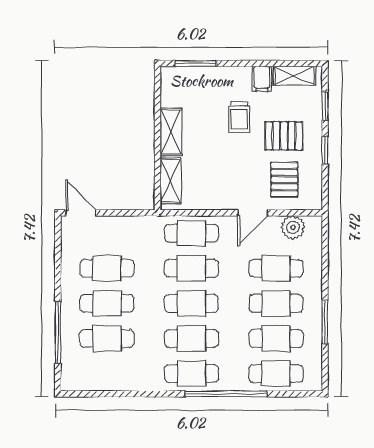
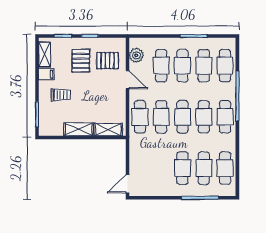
trolley: (239, 117) -> (61, 95), moved
cafe table: (107, 268) -> (225, 168), moved

